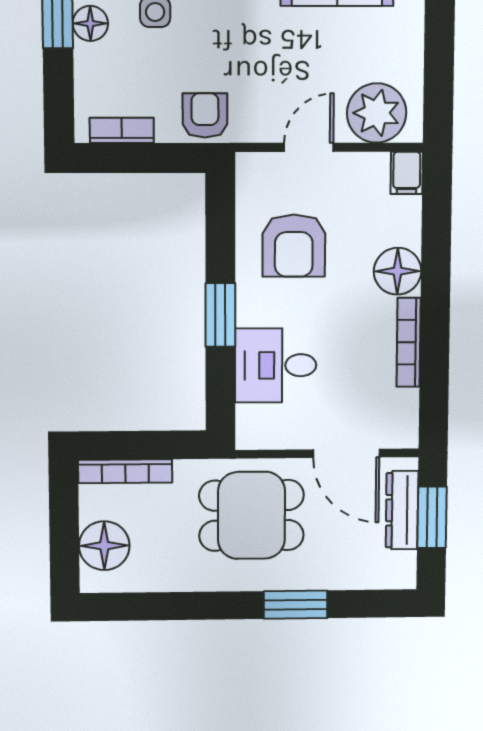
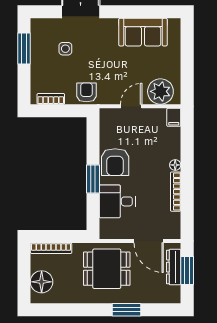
floor lamp: (90, 23) -> (38, 54), removed
armchair: (294, 246) -> (115, 162), moved
floor lamp: (398, 271) -> (175, 165), width x0.53, depth x0.53

